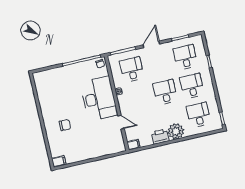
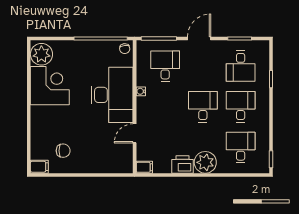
desk: (185, 57) -> (241, 66), turned 180
plant: (42, 81) -> (41, 54), added
corner desk: (53, 102) -> (50, 86), added
door: (121, 122) -> (135, 133), swing flipped
chair: (65, 125) -> (63, 151), moved

